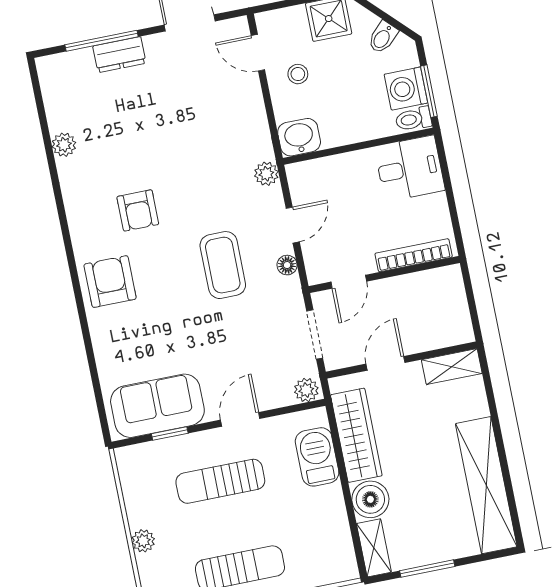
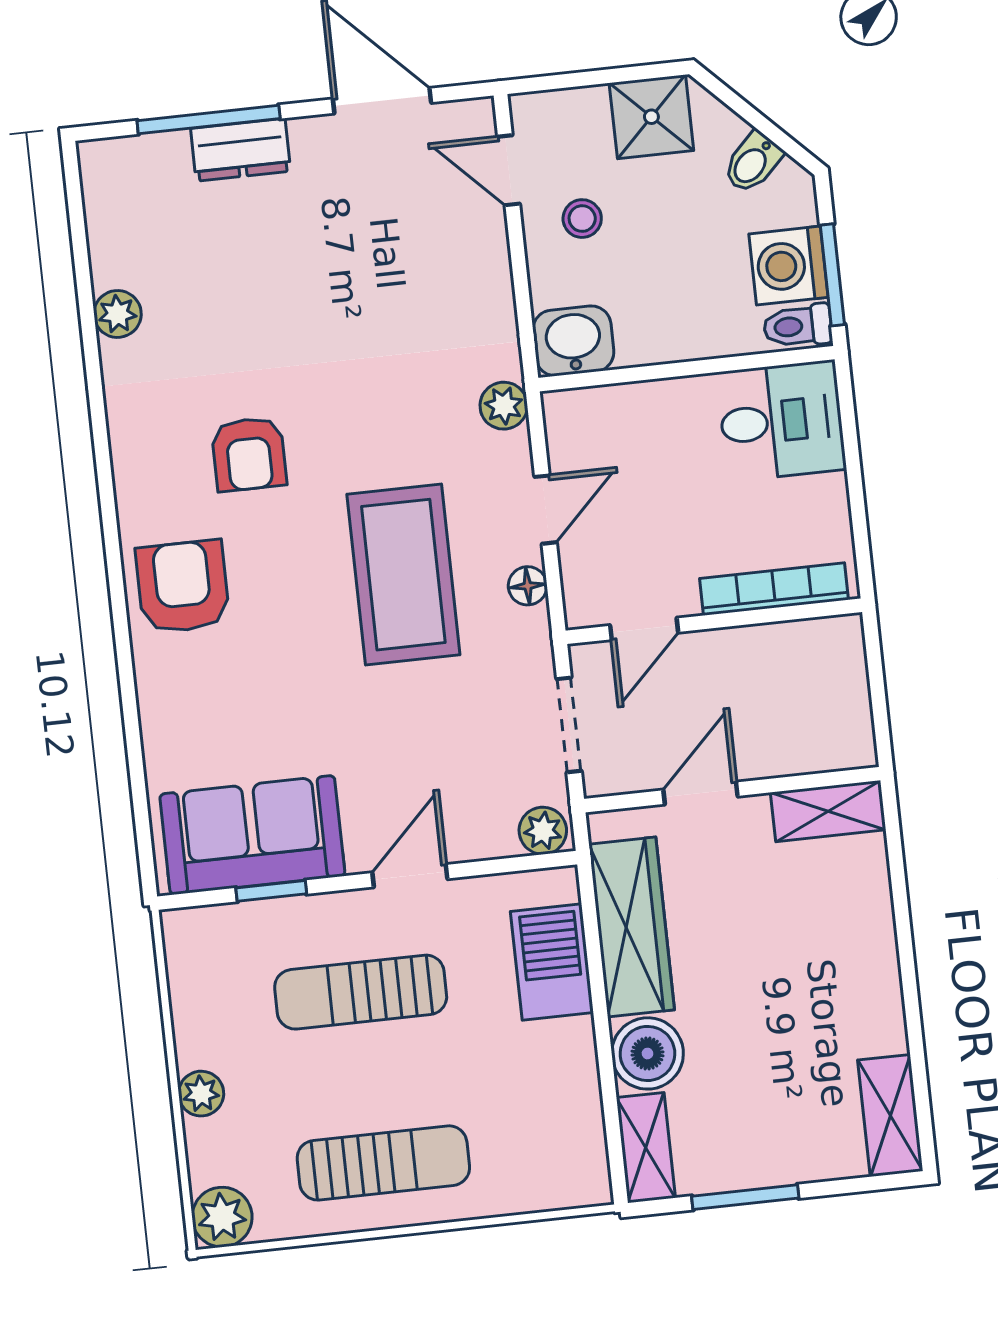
coffee table: (223, 265) -> (403, 575), width x1.36, depth x1.32
shelving: (486, 485) -> (890, 1115), width x0.45, depth x0.75

